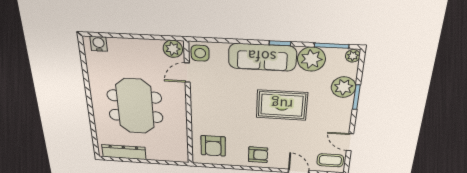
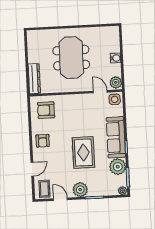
water cooler: (99, 44) -> (116, 58), moved
plant: (344, 87) -> (80, 190), moved
meeting table: (135, 106) -> (71, 58), turned 90
door: (350, 142) -> (60, 199), hinge flipped
dresser: (124, 152) -> (34, 79), moved

